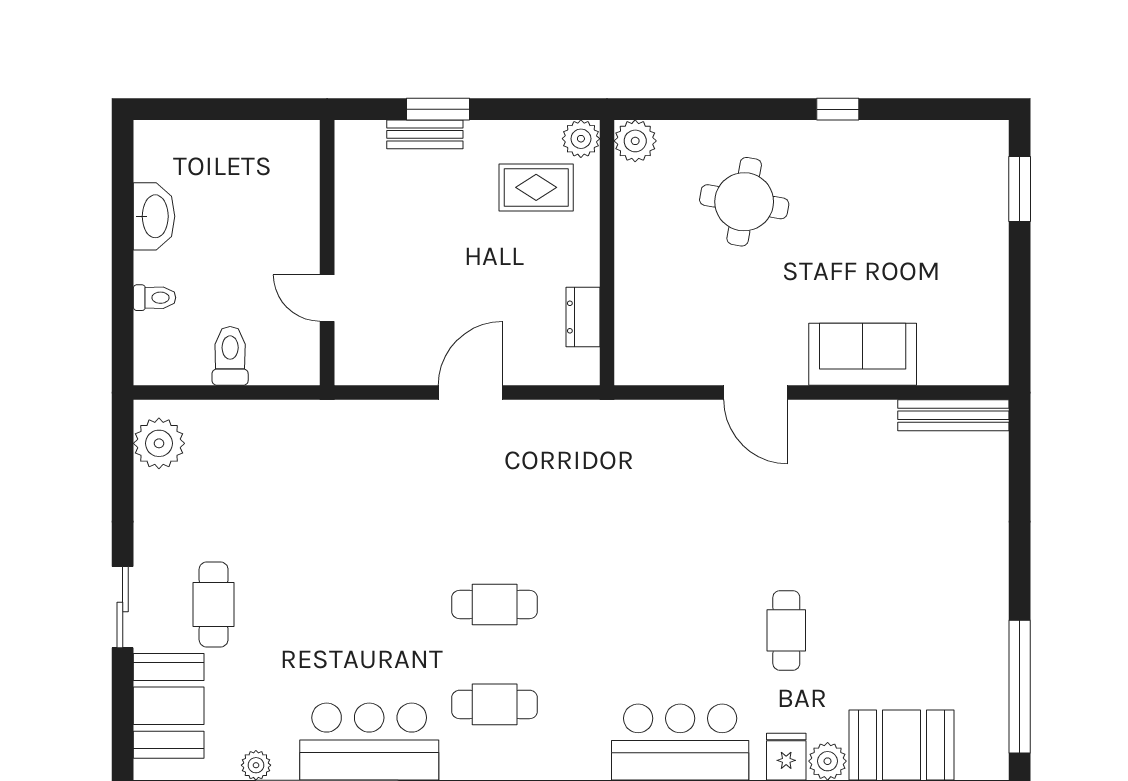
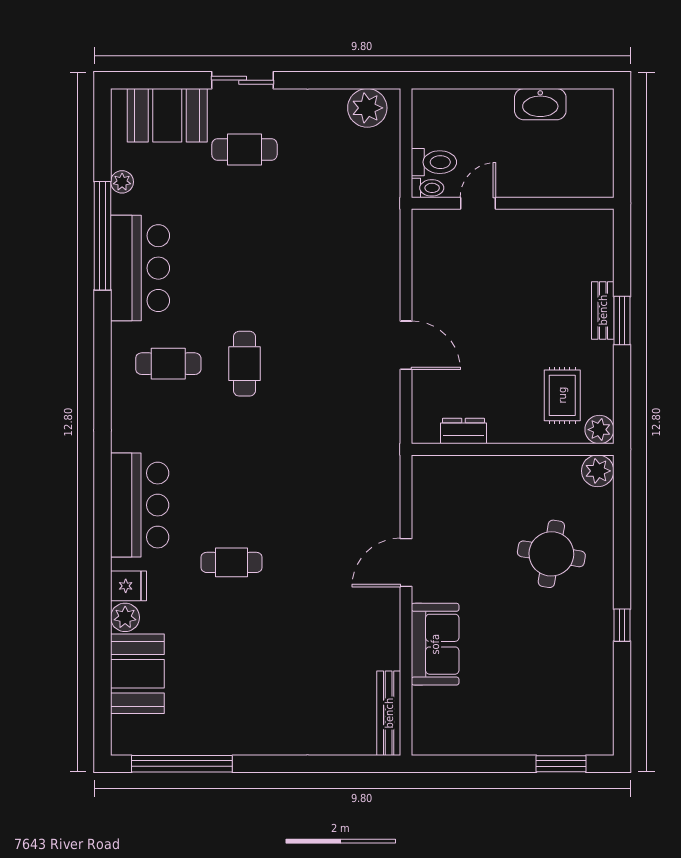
wall: (327, 253) -> (513, 203), moved
toilet: (155, 298) -> (428, 188), moved, turned -90
door: (327, 298) -> (478, 203), moved
cafe table: (786, 630) -> (231, 562), moved
cafe table: (495, 704) -> (168, 364), turned 90

